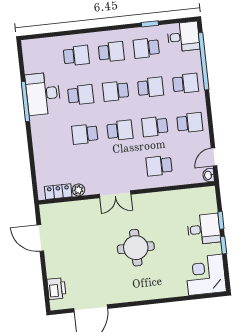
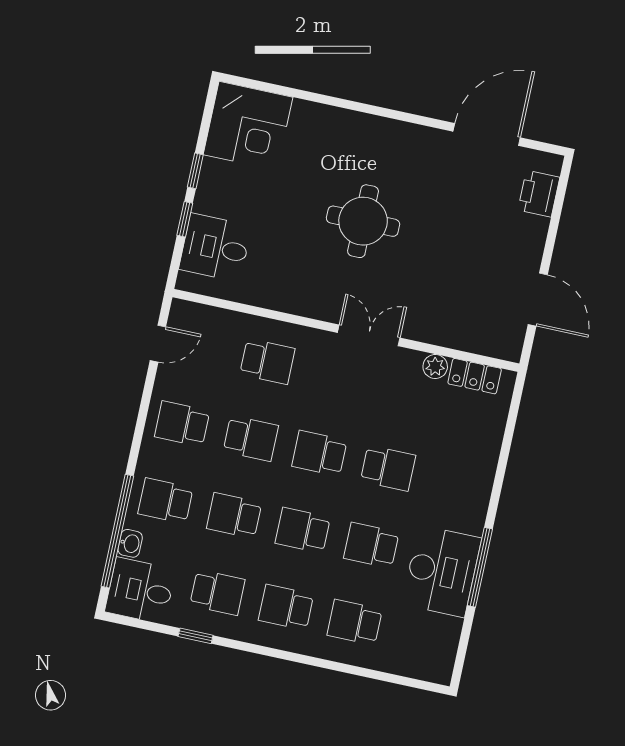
school desk: (116, 91) -> (303, 530), turned 180
washbasin: (208, 175) -> (130, 543), moved
desk: (204, 229) -> (215, 248), moved

